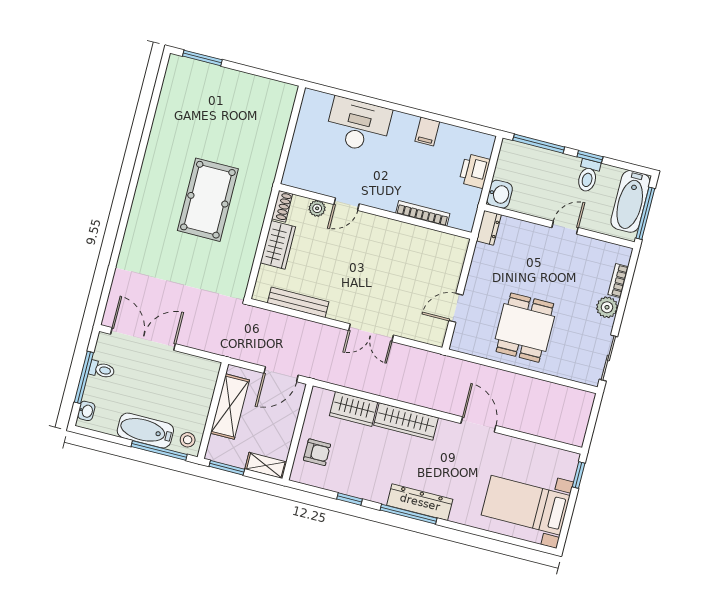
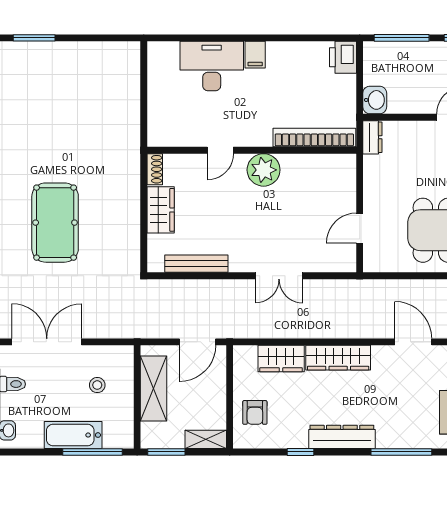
filing cabinet: (427, 132) -> (255, 55), moved
printer: (475, 171) -> (343, 57), moved
pool table: (208, 200) -> (55, 223), moved
plant: (317, 208) -> (264, 170), moved, width x1.88, depth x1.88
bookcase: (423, 213) -> (314, 138), width x1.48, depth x1.31
stool: (188, 440) -> (97, 385), moved
armchair: (317, 452) -> (255, 412), turned 90
dresser: (420, 502) -> (342, 437), moved
window: (409, 514) -> (401, 452), moved

